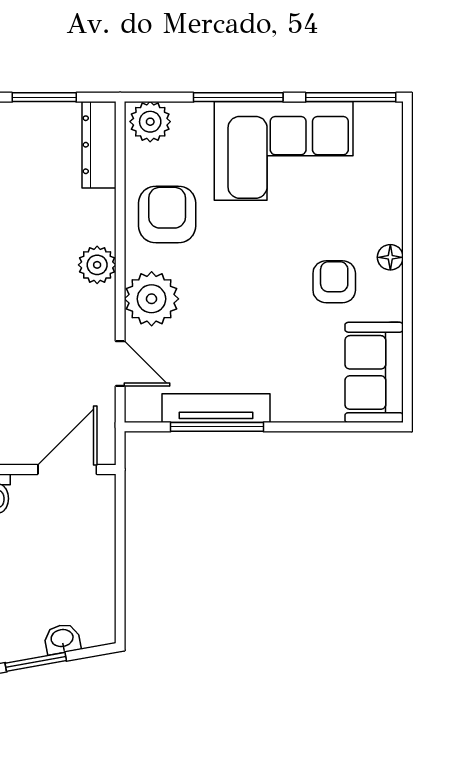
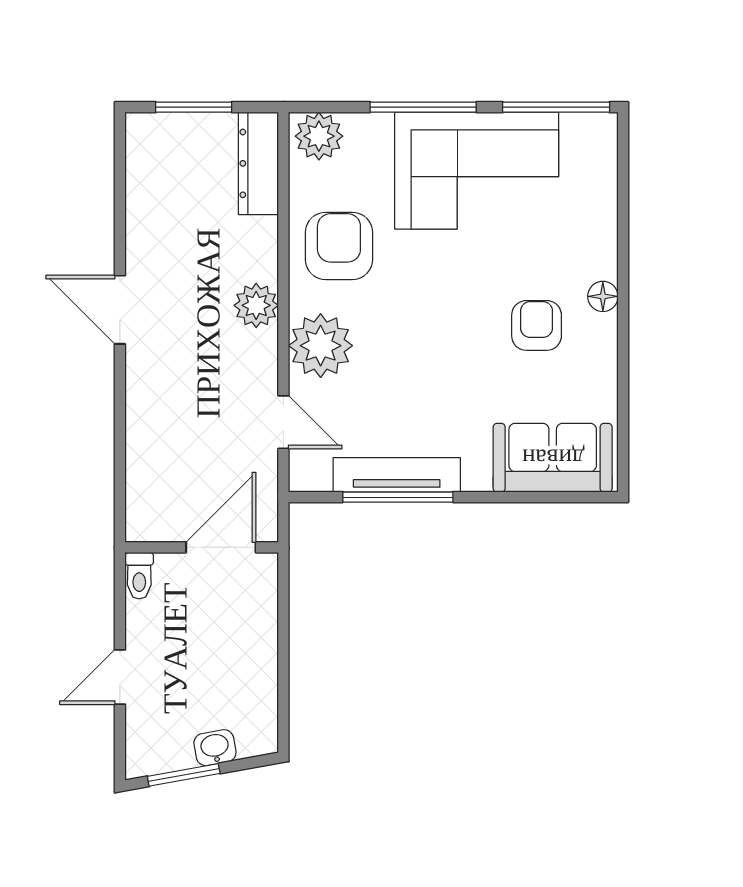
sofa: (374, 372) -> (553, 458), moved, turned 90

